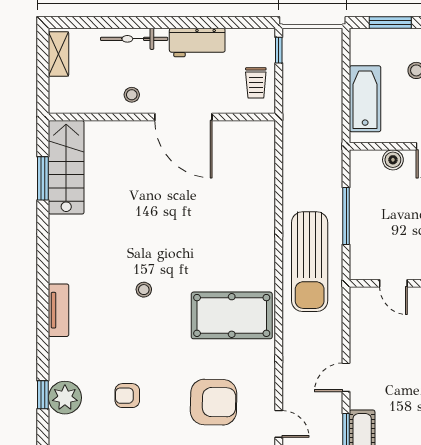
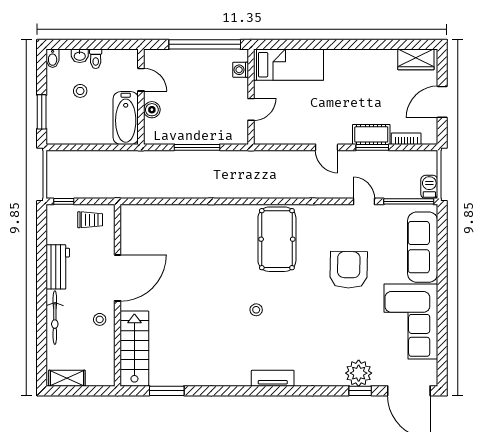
bathtub: (365, 99) -> (126, 118), moved, turned -90
stairs: (66, 167) -> (134, 349), moved, turned 90
sun lounger: (310, 262) -> (234, 177), removed
window: (43, 395) -> (360, 391), moved
armchair: (127, 396) -> (341, 323), removed
plant: (65, 398) -> (359, 373), moved
armchair: (214, 402) -> (349, 270), moved
door: (279, 424) -> (364, 201), hinge flipped

